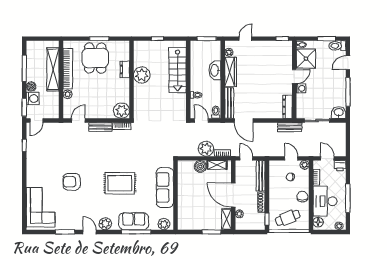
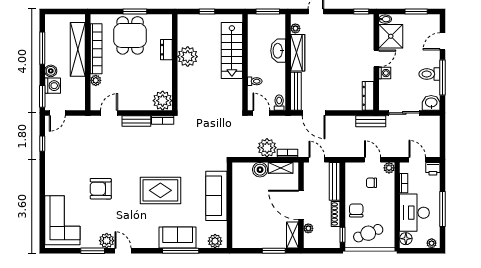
toilet: (337, 46) -> (430, 74), moved
chair: (302, 197) -> (356, 210), moved
plant: (105, 224) -> (107, 241), moved

